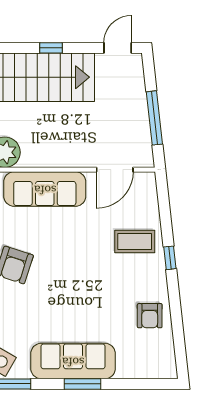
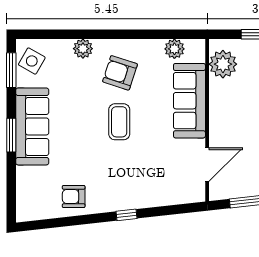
door: (115, 170) -> (207, 165), swing flipped
coffee table: (135, 241) -> (119, 122), moved

